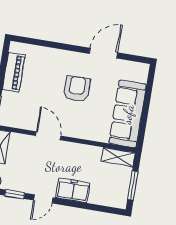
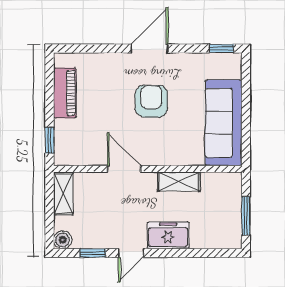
door: (103, 53) -> (150, 49), moved
window: (135, 58) -> (221, 49), added
shelving: (118, 157) -> (179, 182), moved

